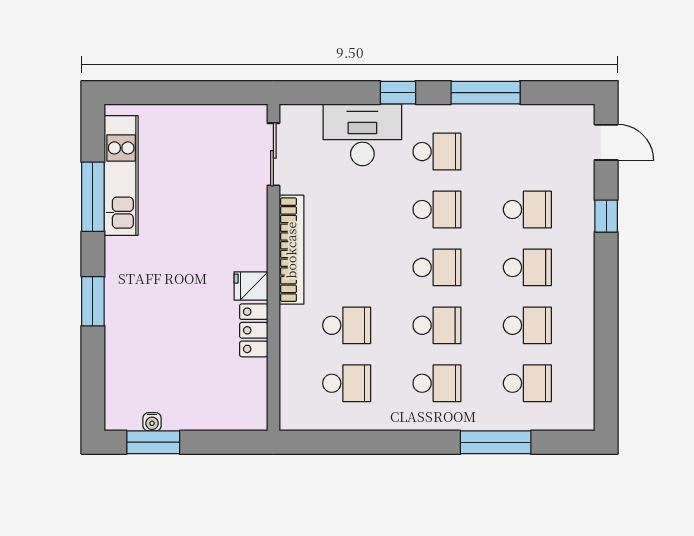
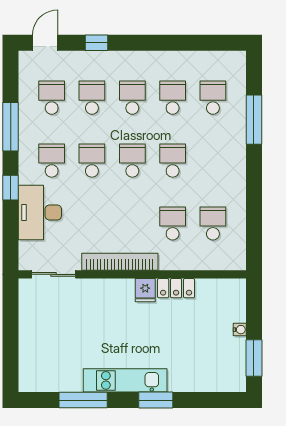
kitchen unit: (121, 176) -> (125, 380), moved
school desk: (437, 383) -> (52, 98), moved
water cooler: (152, 422) -> (240, 330), moved

